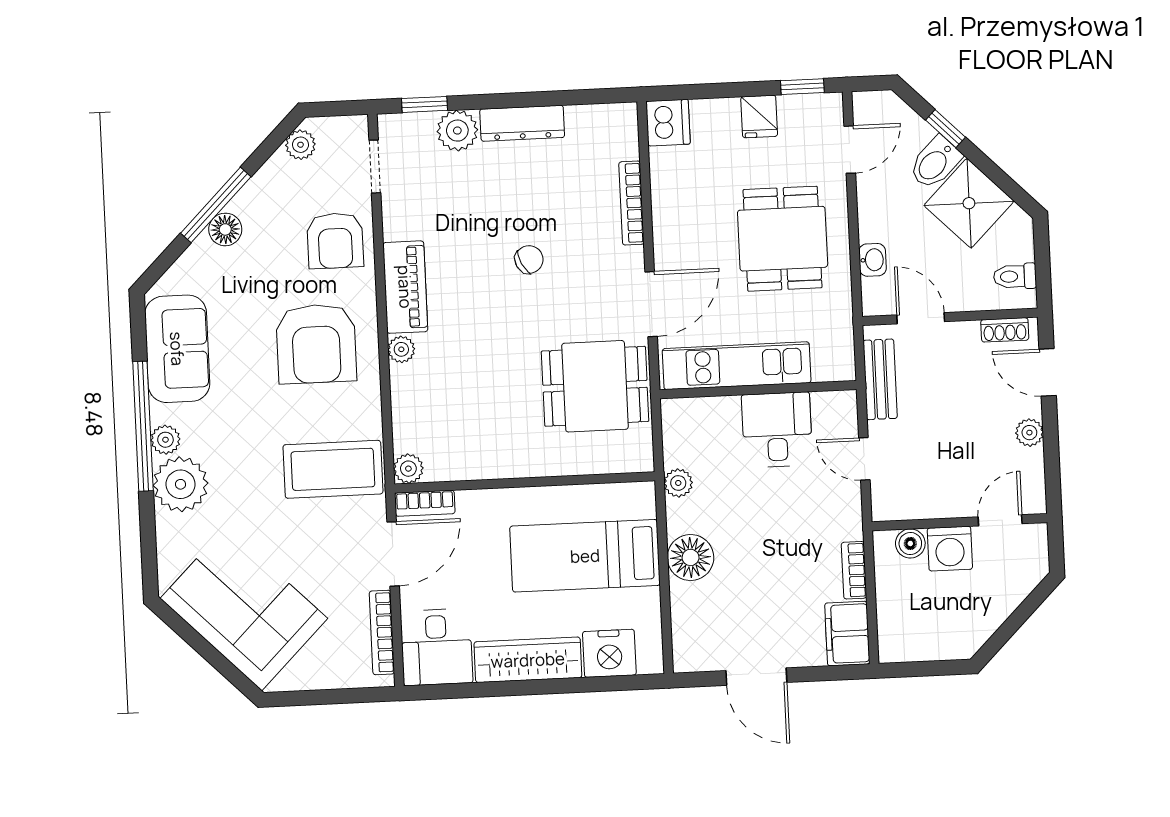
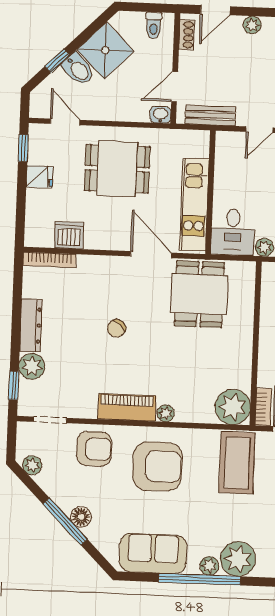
dishwasher: (668, 123) -> (69, 235), moved
bookcase: (631, 203) -> (49, 260), moved
chair: (529, 259) -> (116, 329), turned -112
washbasin: (872, 260) -> (160, 115), moved
desk: (777, 430) -> (233, 232), moved, turned -90
plant: (408, 469) -> (233, 407), width x1.88, depth x1.88

